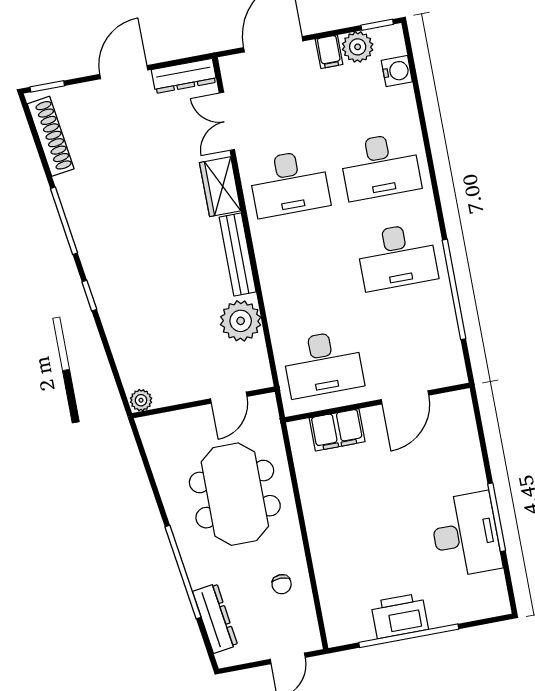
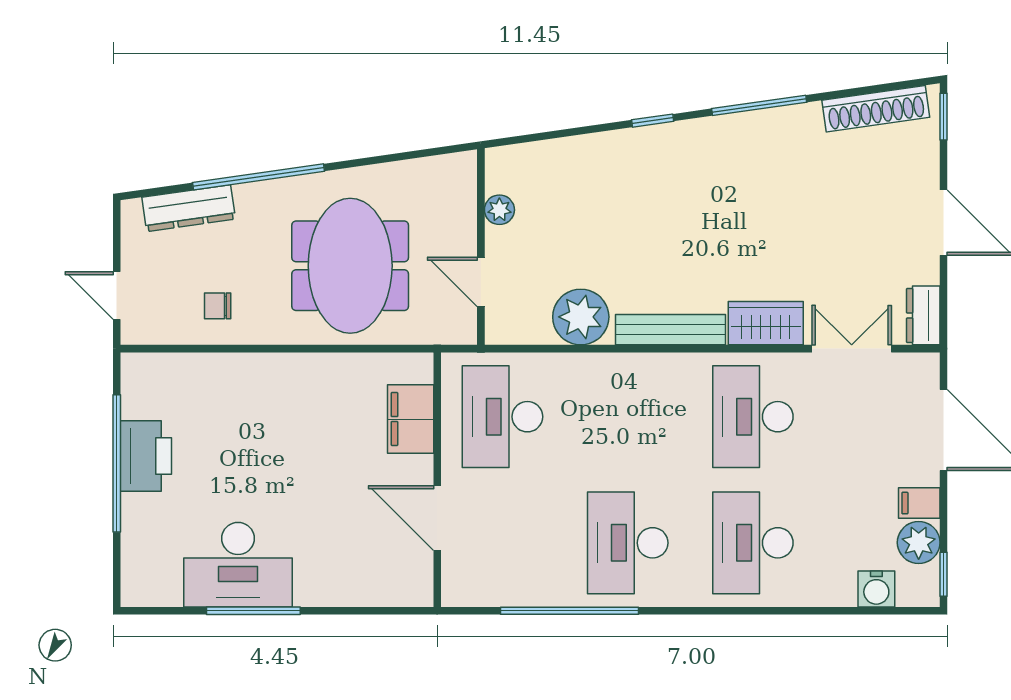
dresser: (184, 76) -> (923, 315), width x0.70
plant: (141, 400) -> (499, 210), moved
meeting table: (235, 494) -> (350, 266), turned 90

